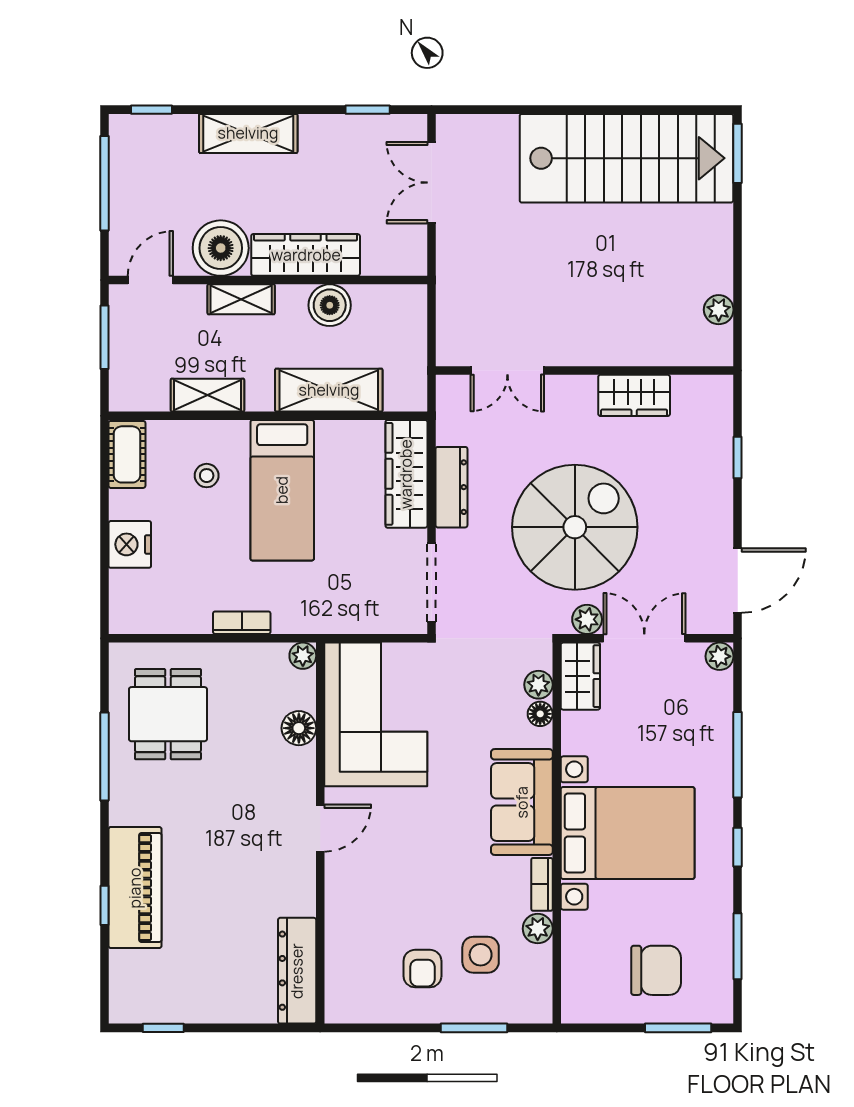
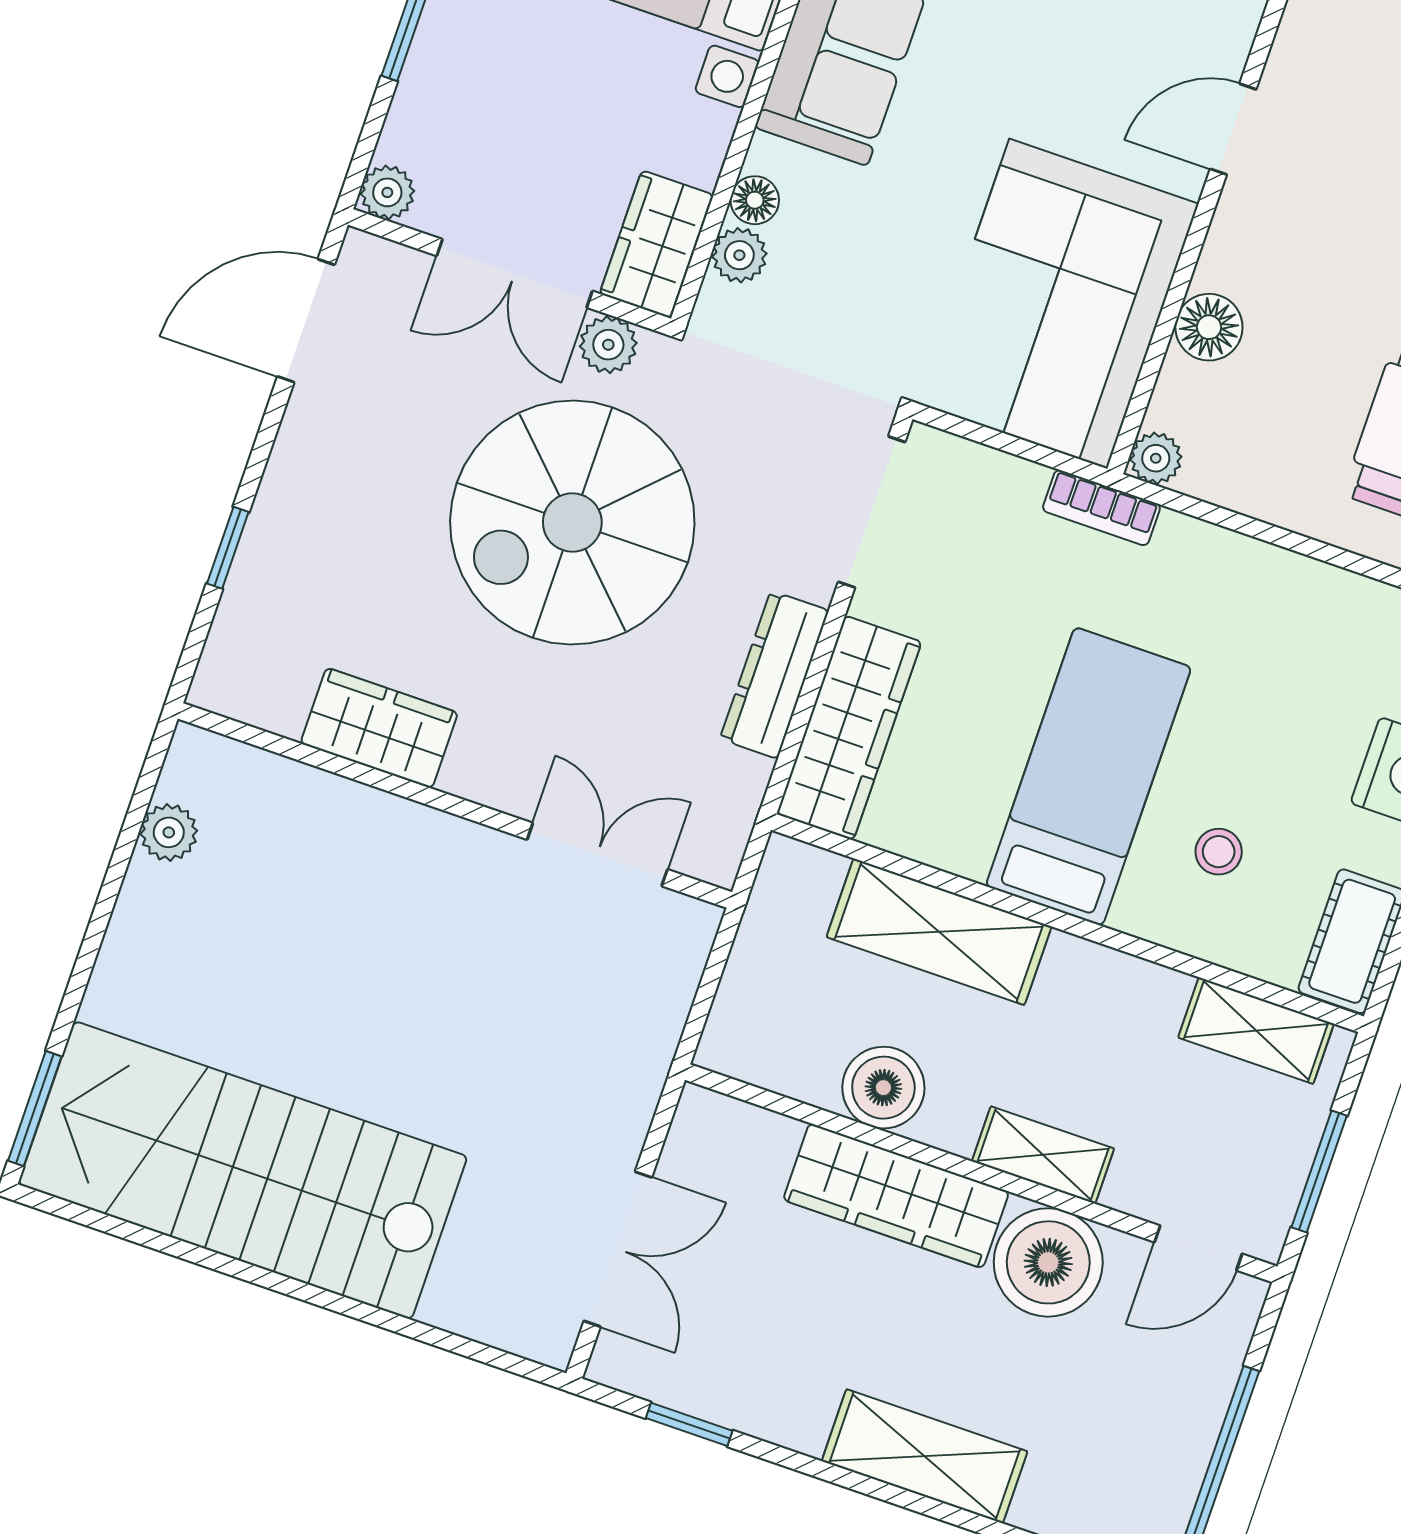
shelving: (207, 395) -> (1256, 1031), moved
bookcase: (242, 623) -> (1101, 508), moved

